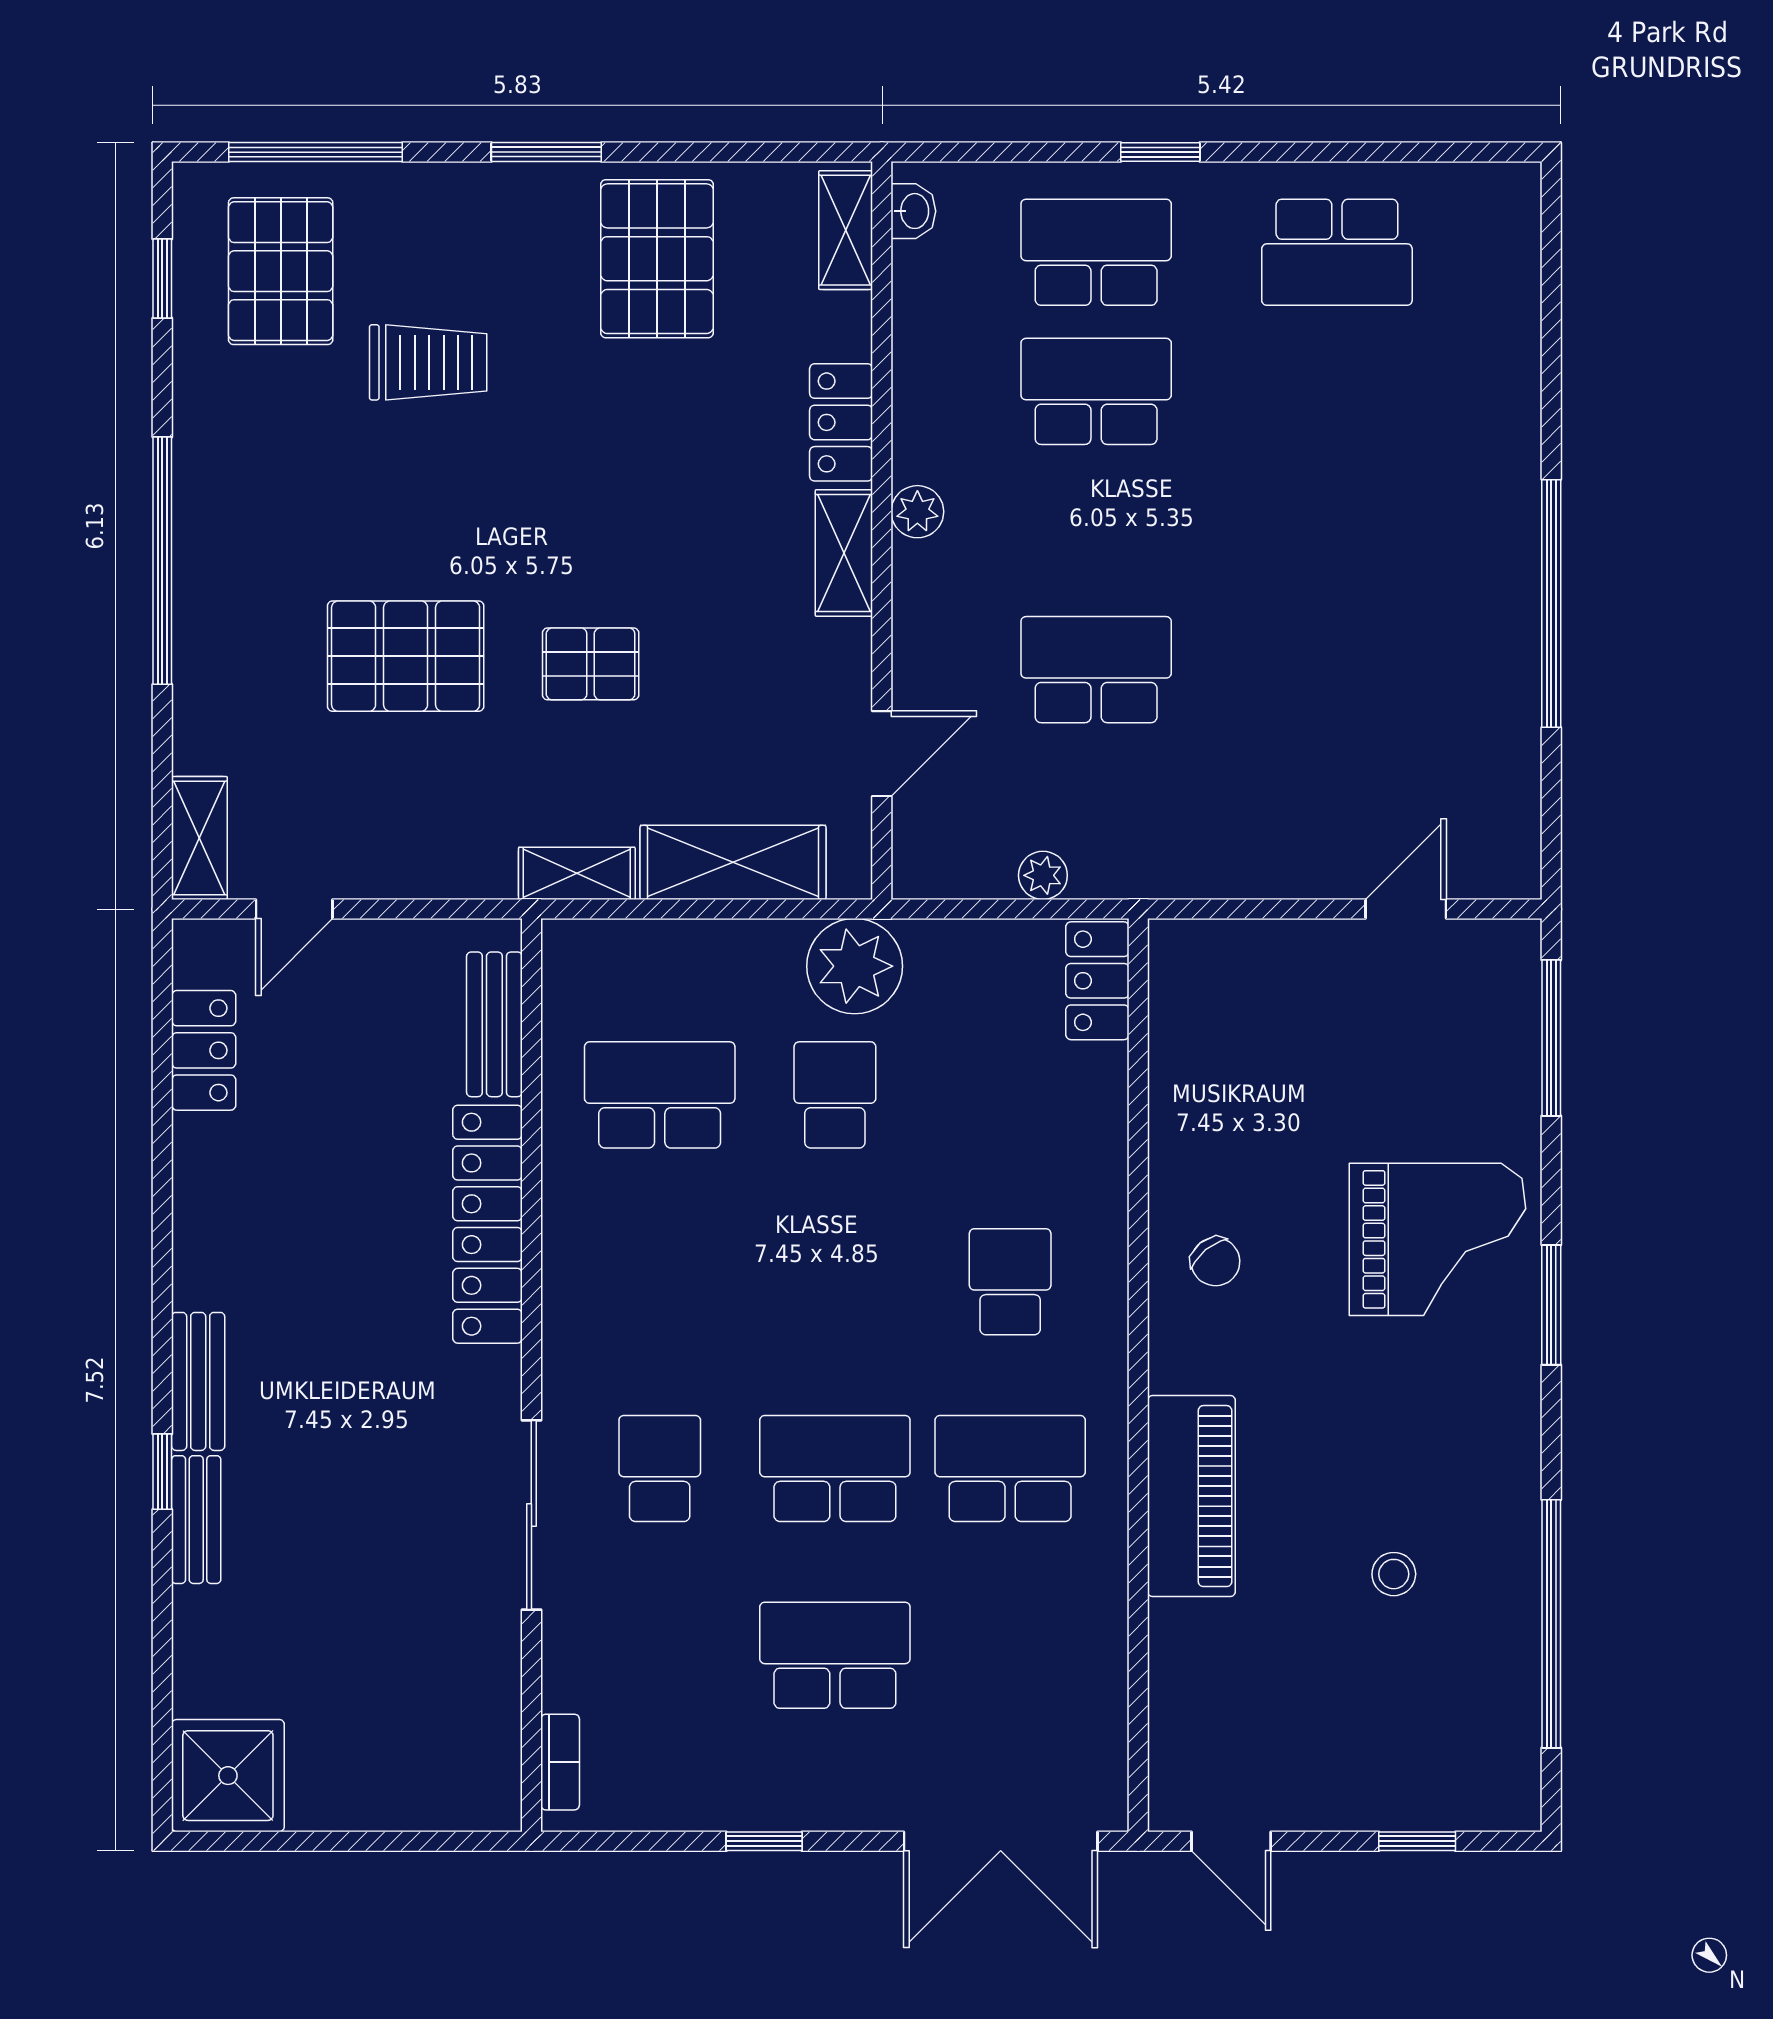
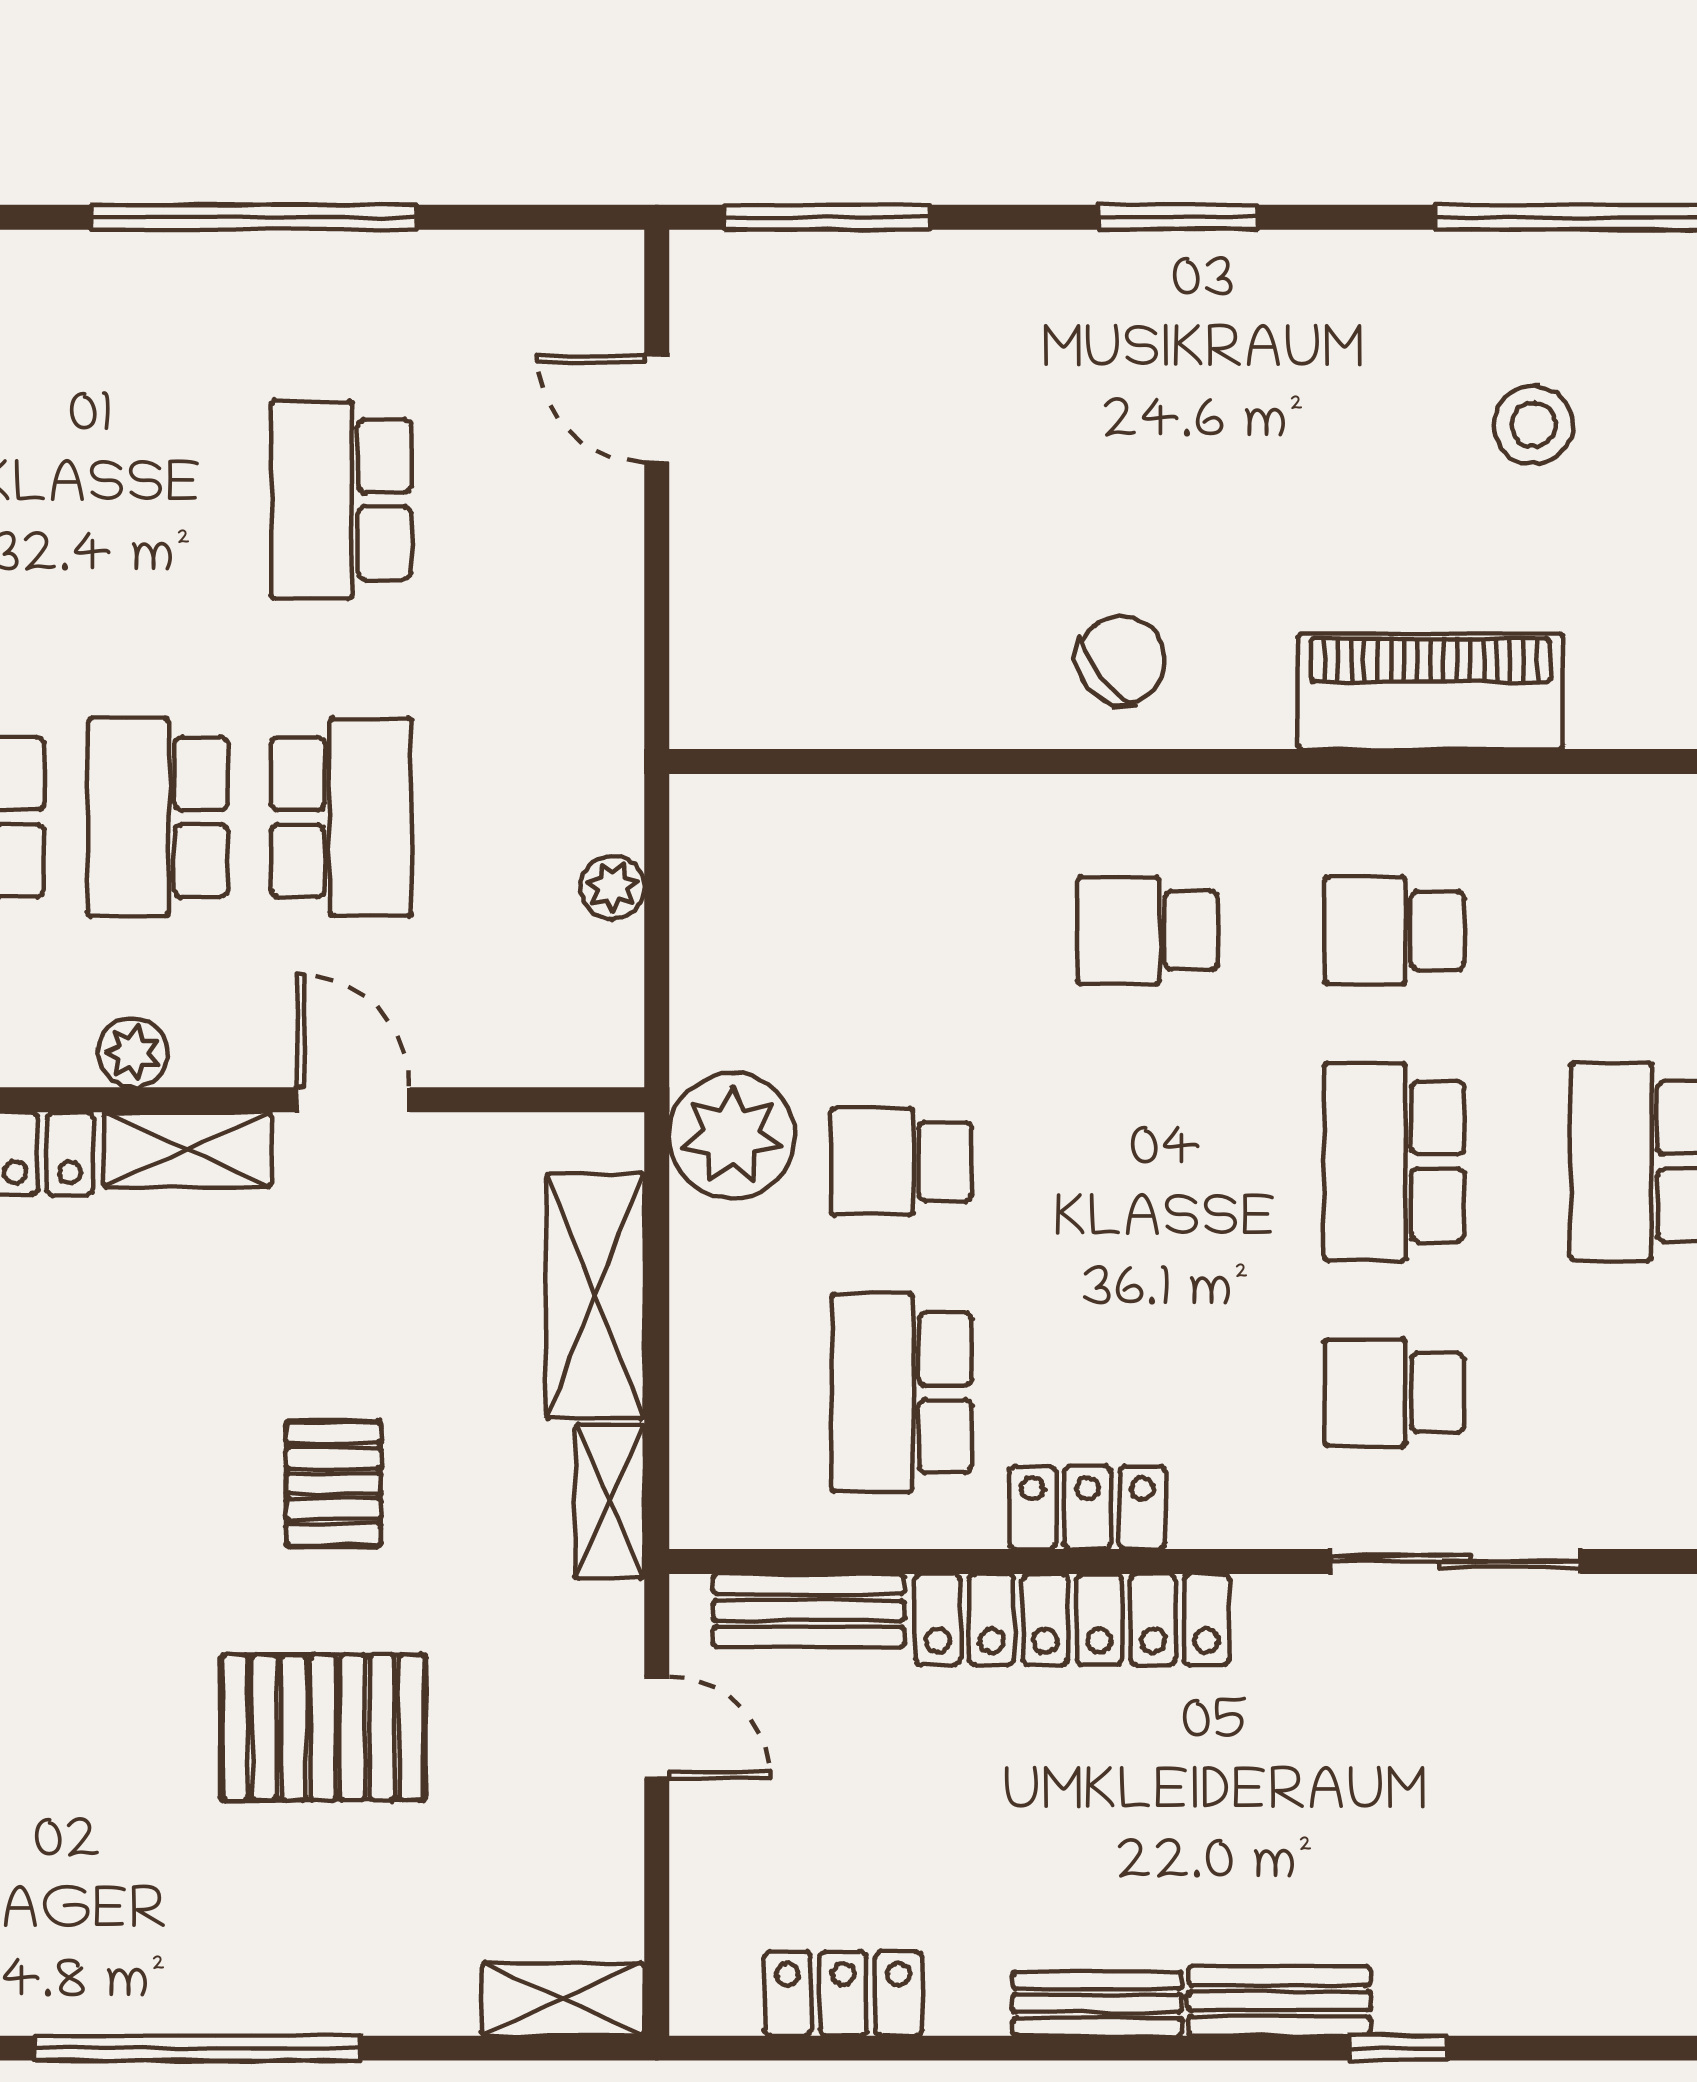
school desk: (1096, 531) -> (158, 817), added
pallet: (406, 656) -> (323, 1727), turned 90
school desk: (1096, 670) -> (341, 817), turned 180
school desk: (1337, 670) -> (341, 500), added
door: (882, 754) -> (353, 1100), moved
door: (294, 909) -> (657, 1728), moved
locker: (1097, 981) -> (1087, 1508), moved, turned 180
grand piano: (1437, 1239) -> (1092, 367), removed
chair: (1215, 1262) -> (1122, 660), width x1.37, depth x1.37
school desk: (1010, 1468) -> (1394, 931), width x0.54
bench: (196, 1520) -> (1097, 2004), moved
stool: (1394, 1574) -> (1533, 425), width x1.37, depth x1.37

